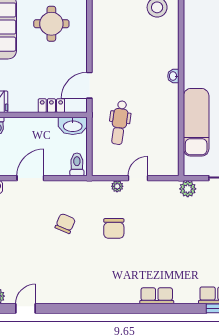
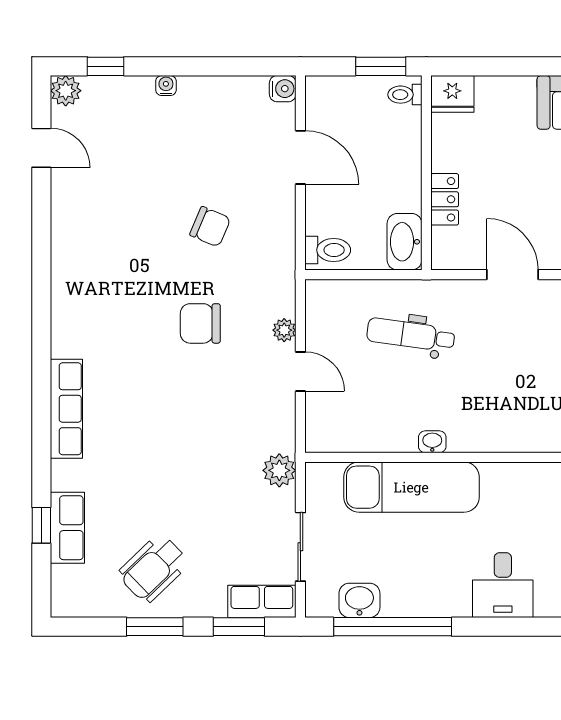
washbasin: (173, 76) -> (432, 442), moved
door: (89, 85) -> (512, 275), moved
row of seats: (157, 296) -> (66, 409), width x1.48

